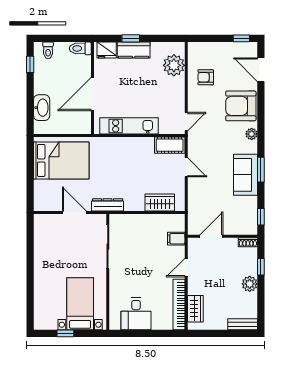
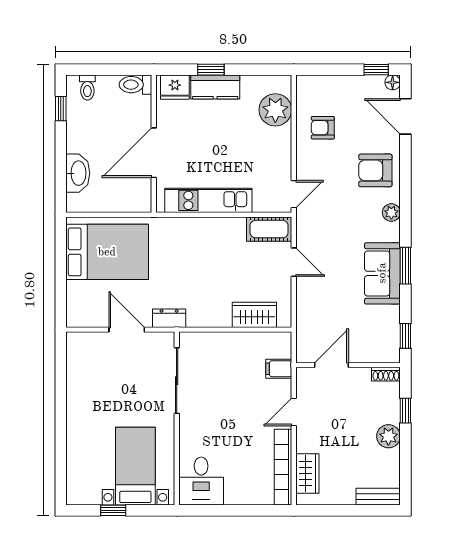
floor lamp: (252, 47) -> (393, 82), added
armchair: (241, 106) -> (375, 170), width x0.73, depth x0.73
dresser: (108, 205) -> (169, 318), width x0.70
desk: (136, 314) -> (201, 481), moved

